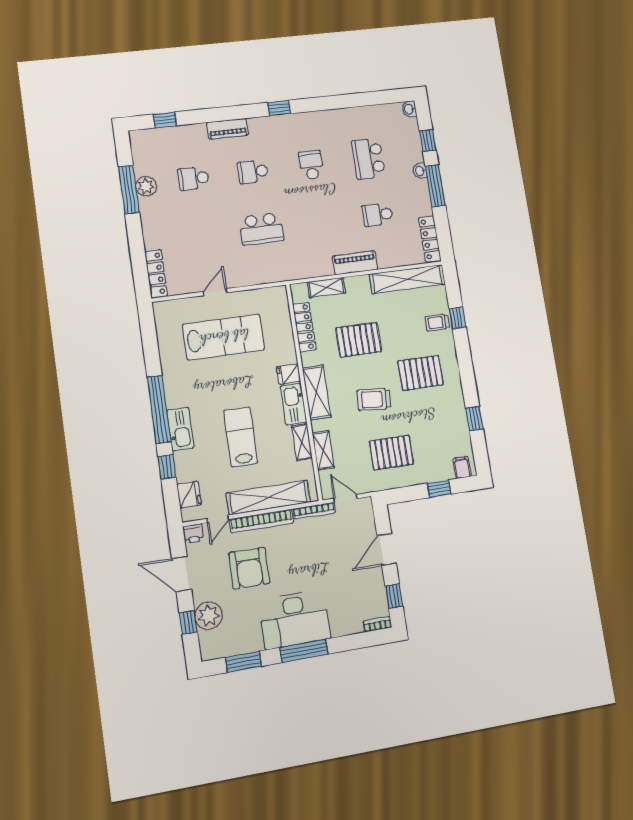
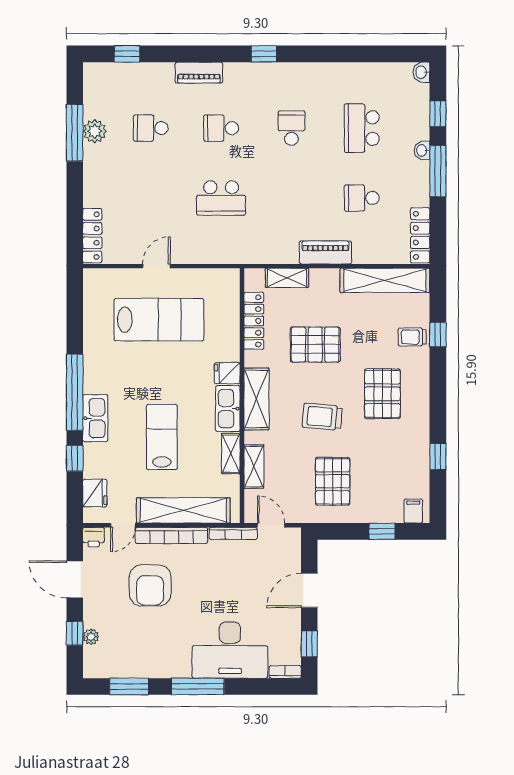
pallet: (421, 373) -> (382, 394), turned 90
pallet: (391, 453) -> (333, 481), turned 90
plant: (209, 616) -> (91, 637), width x0.53, depth x0.53
desk: (295, 619) -> (230, 650), moved

